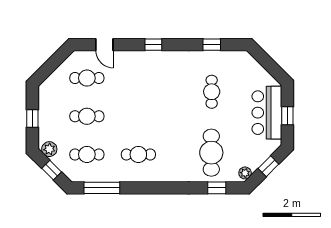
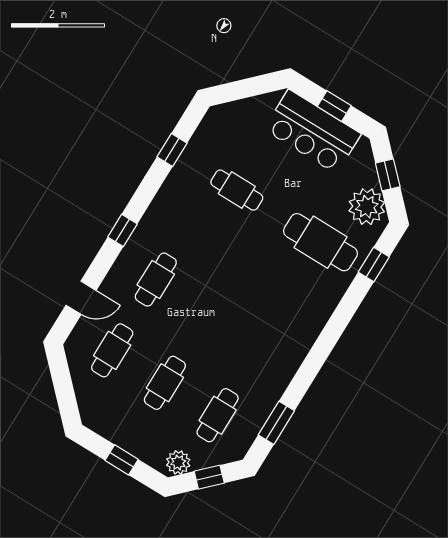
cafe table: (138, 154) -> (156, 280), moved
plant: (245, 173) -> (367, 207), width x1.87, depth x1.87
window: (102, 188) -> (276, 423), width x0.69

